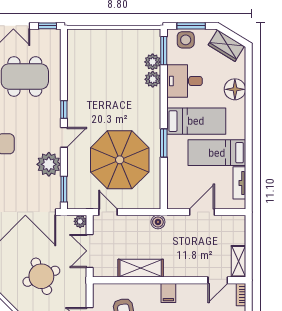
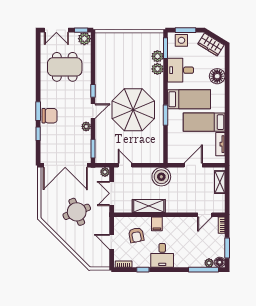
plant: (52, 38) -> (84, 39), added
parasol: (120, 160) -> (133, 110), moved
plant: (49, 164) -> (86, 126), width x0.53, depth x0.53
boiler: (158, 222) -> (161, 177), width x1.86, depth x1.86
shelving: (238, 261) -> (220, 182), moved
filing cabinet: (168, 293) -> (157, 224), moved

